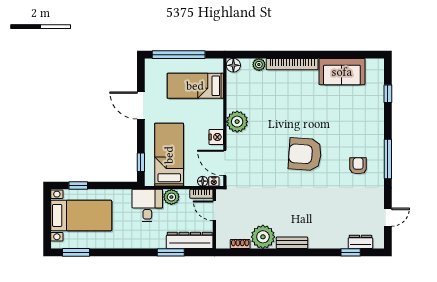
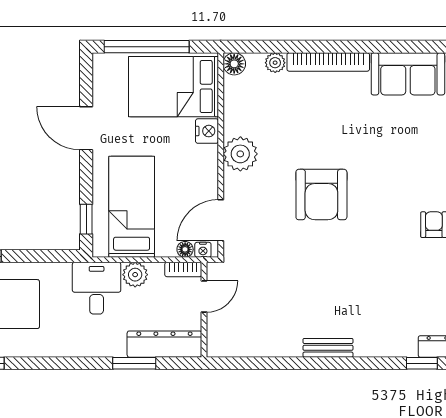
bed: (195, 86) -> (173, 87), width x1.50
nightstand: (216, 137) -> (207, 131), moved
armchair: (305, 154) -> (321, 195), moved, turned -94
door: (225, 163) -> (221, 220), hinge flipped
door: (214, 211) -> (204, 296), swing flipped
plant: (263, 237) -> (282, 338), removed
shoe rack: (240, 244) -> (245, 350), removed

